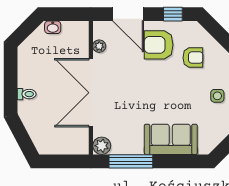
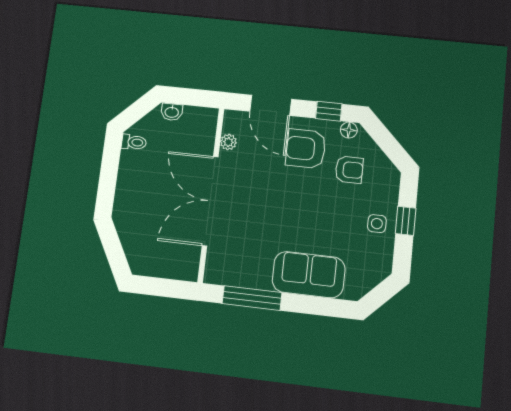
floor lamp: (190, 27) -> (349, 130), added
toilet: (27, 94) -> (134, 142), moved
plant: (102, 146) -> (216, 273), removed

